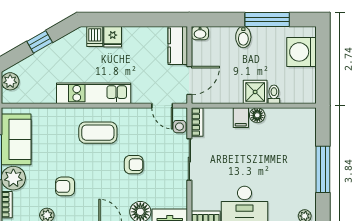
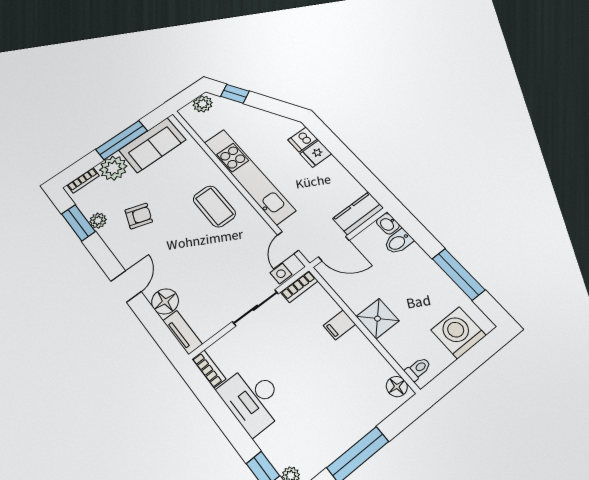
bidet: (243, 37) -> (398, 242), moved
window: (40, 42) -> (235, 94), moved
kitchen unit: (94, 93) -> (249, 176), width x1.36
toilet: (274, 94) -> (418, 369), moved
floor lamp: (257, 115) -> (397, 387), moved
armchair: (134, 165) -> (208, 260), removed
armchair: (65, 186) -> (139, 216), turned 109

